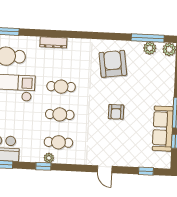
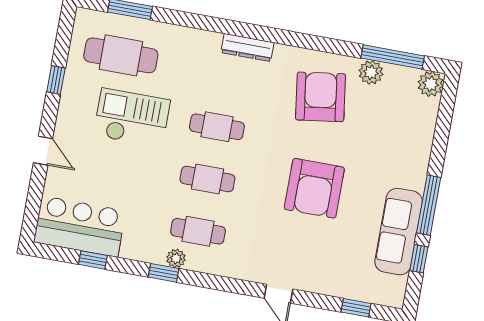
dresser: (53, 42) -> (247, 47), moved
plant: (150, 48) -> (371, 72), moved
armchair: (116, 112) -> (314, 188), width x1.88, depth x1.88

